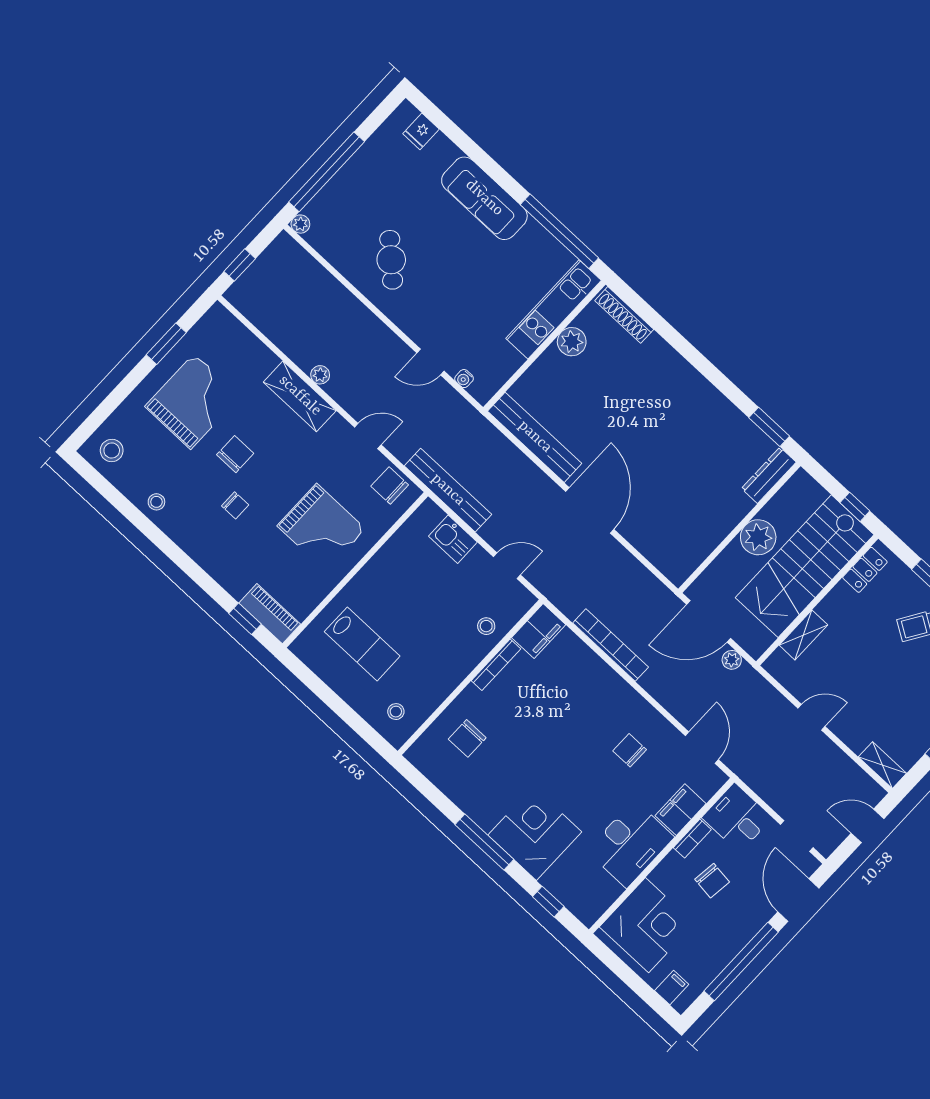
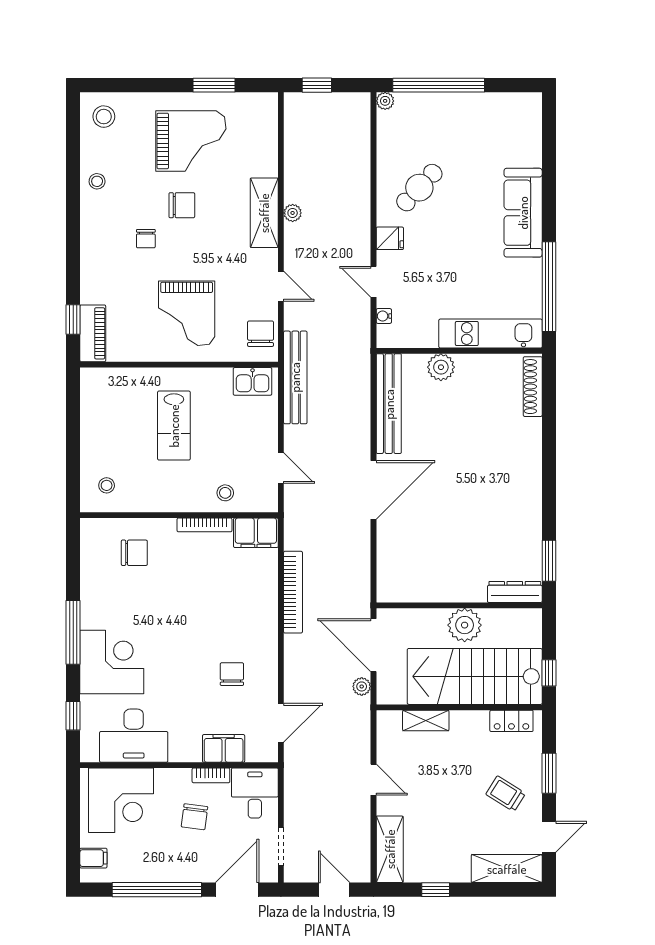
fridge: (421, 131) -> (390, 238), moved, turned 180
plant: (572, 342) -> (441, 367), moved
kitchen sink: (453, 539) -> (253, 381), moved, turned -90
lab bench: (362, 644) -> (174, 426), moved
chair: (467, 738) -> (134, 553), turned 180
shelving: (882, 765) -> (390, 849), width x1.50, depth x1.33
desk: (630, 844) -> (134, 736), moved

